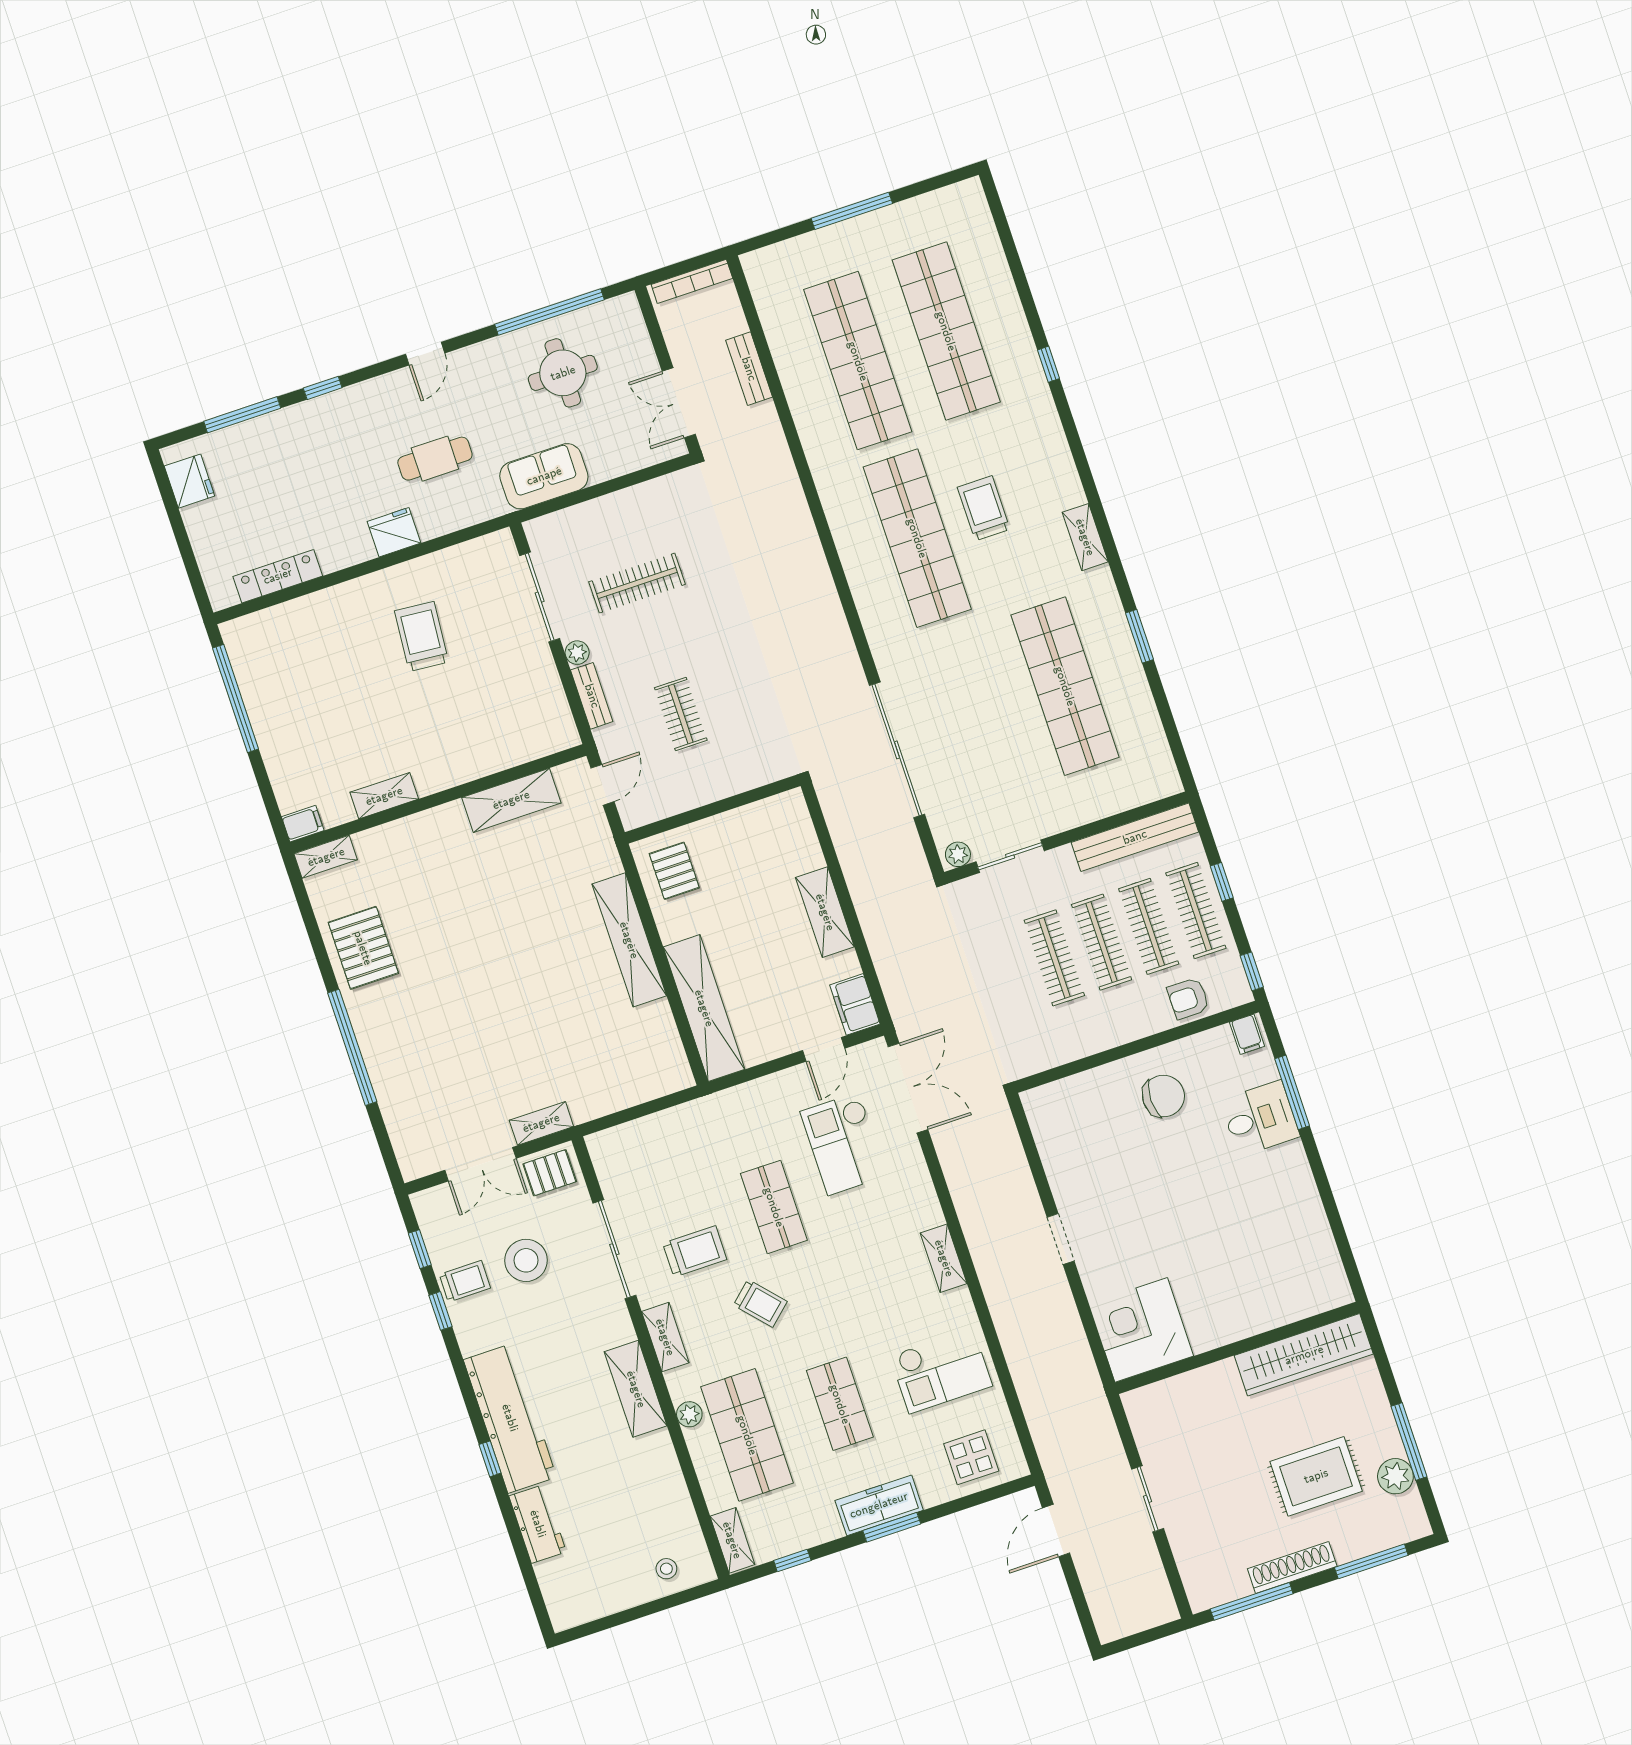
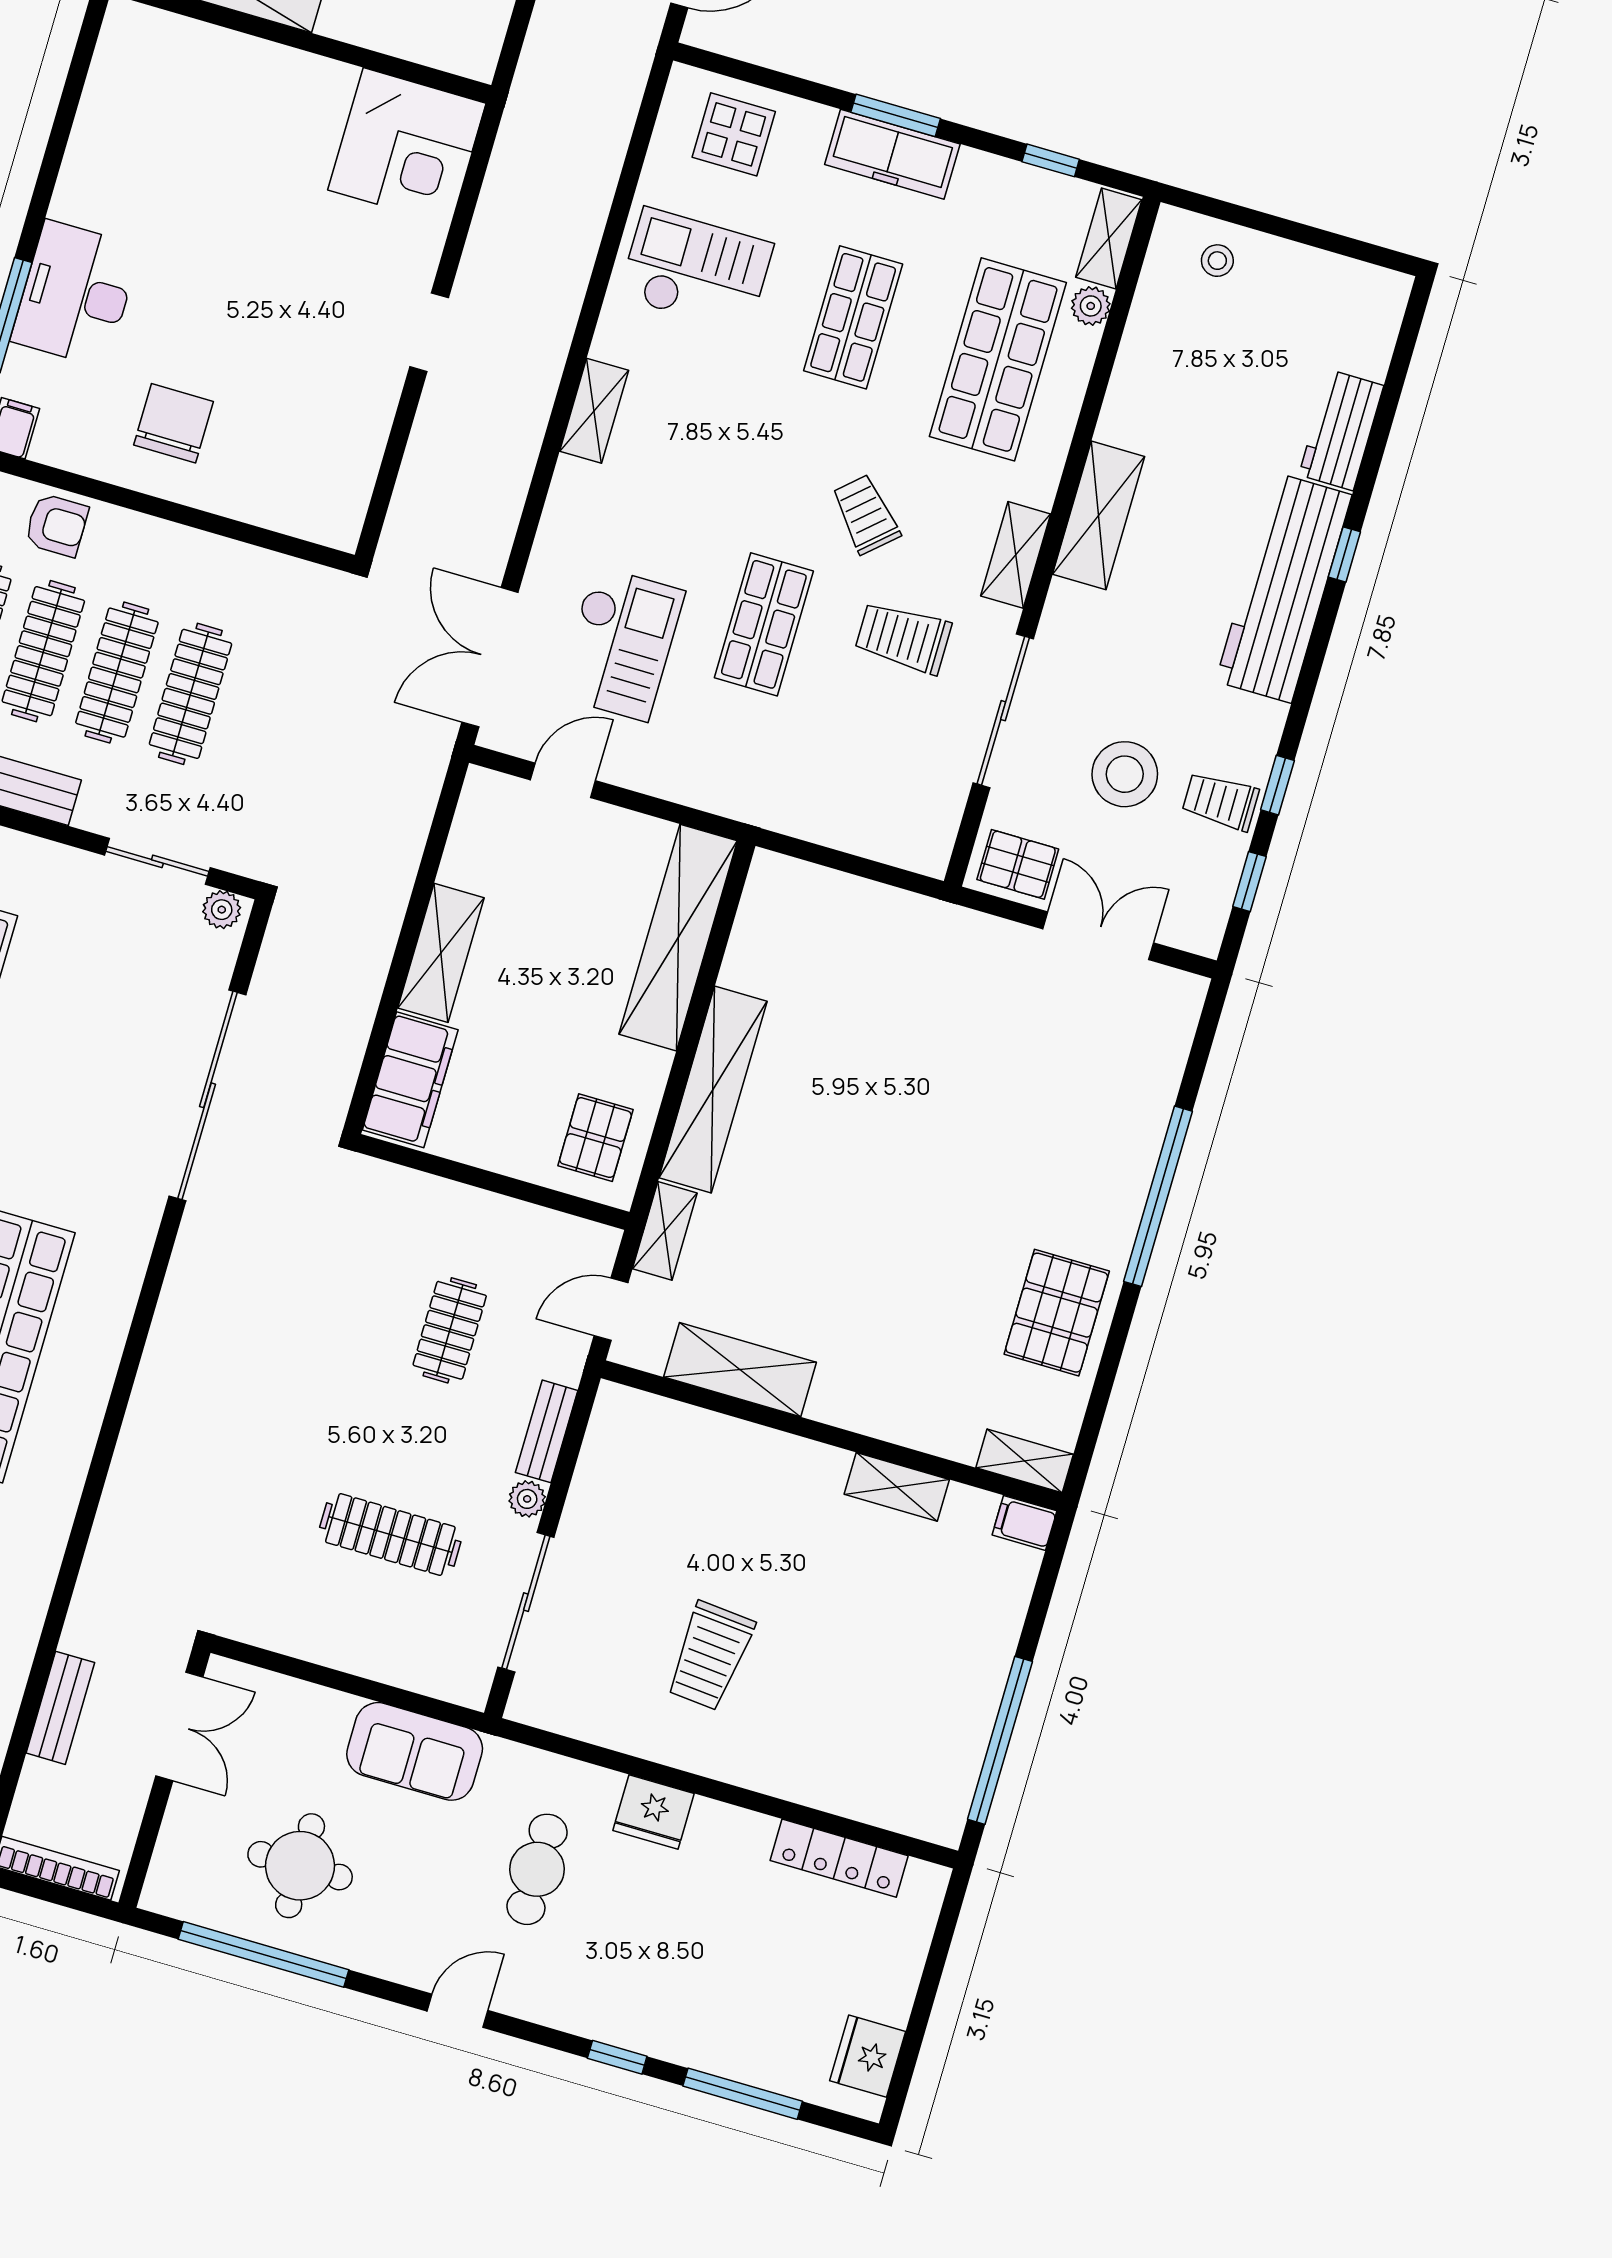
cafe table: (435, 459) -> (537, 1869), turned 90
filing cabinet: (855, 1004) -> (410, 1080), moved, width x1.50, depth x1.17
chair: (1163, 1096) -> (174, 423), turned 90
desk: (1260, 1118) -> (76, 294), width x1.37
shelving: (541, 1123) -> (665, 1231), moved, turned 90
plant: (689, 1414) -> (1091, 306), moved

